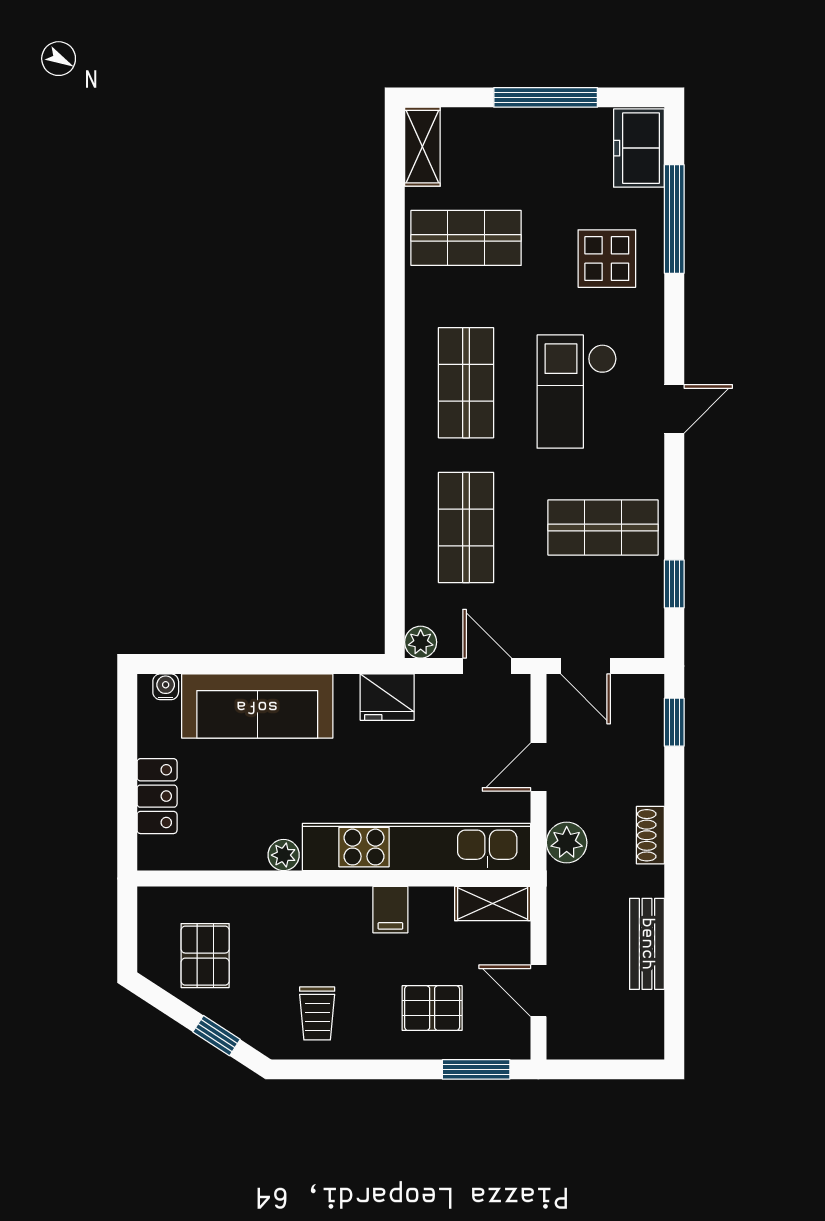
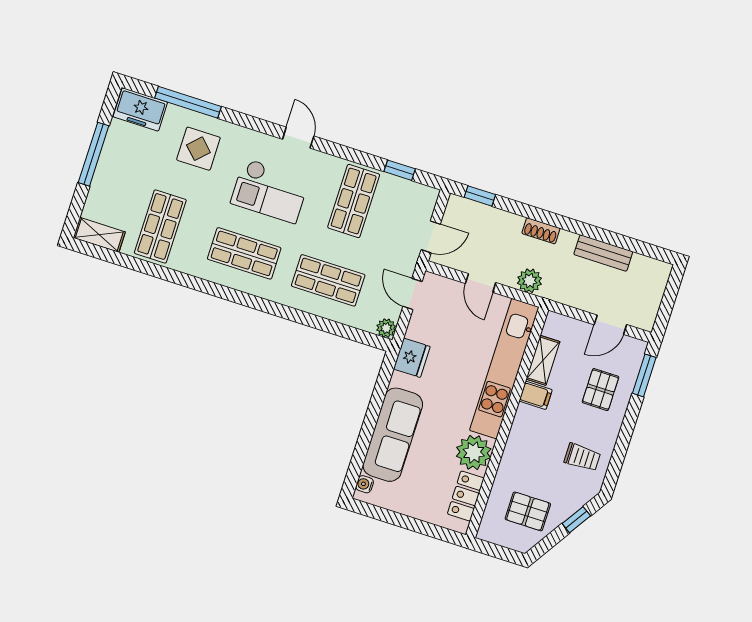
door: (487, 666) -> (412, 294), hinge flipped
locker: (157, 796) -> (466, 496), moved, turned -90
plant: (284, 855) -> (474, 453), width x1.88, depth x1.88
shelving: (493, 903) -> (543, 360), moved

